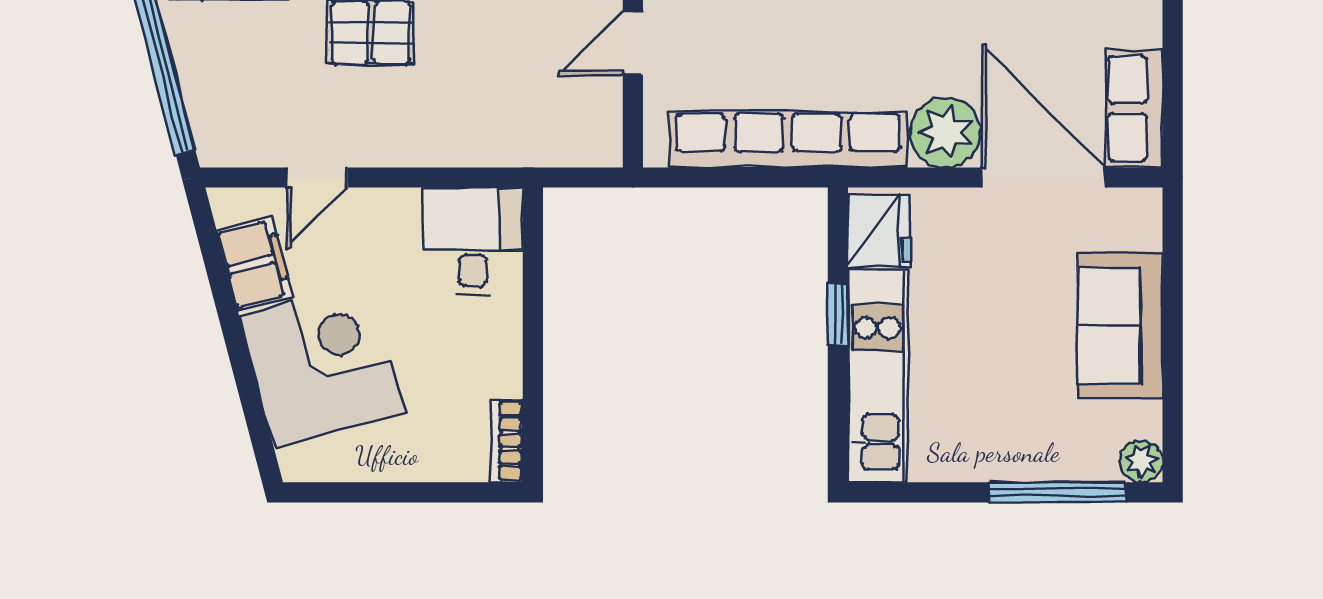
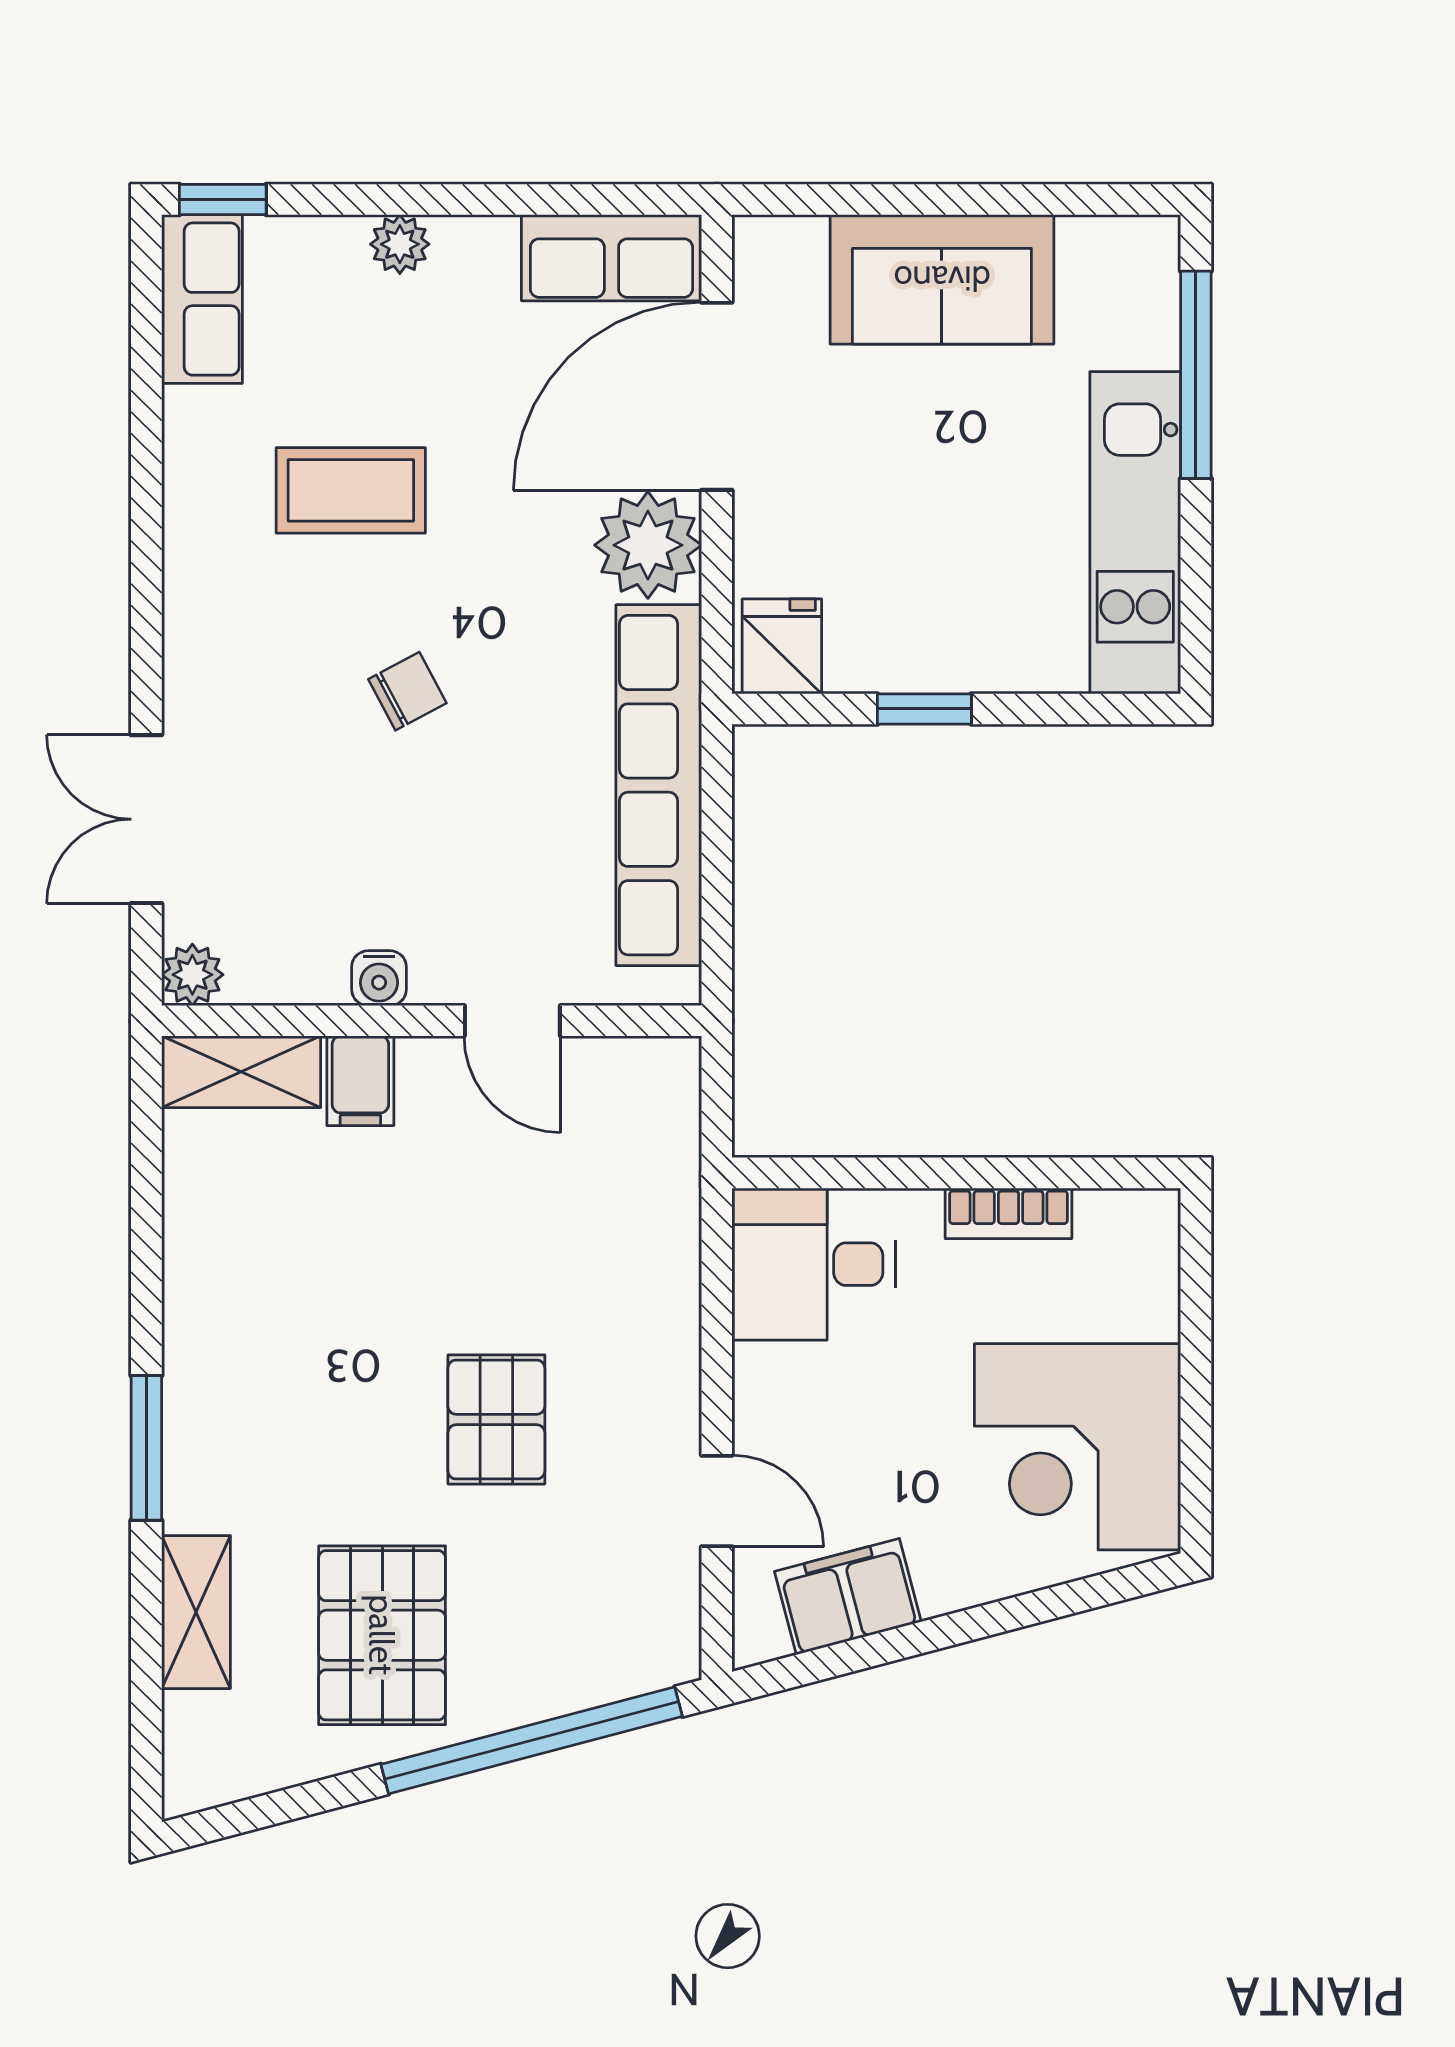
fridge: (879, 230) -> (782, 646), width x0.72
corner desk: (322, 364) -> (1077, 1447), moved, turned -75
kitchen unit: (878, 376) -> (1135, 533), moved, turned -90
bookcase: (506, 441) -> (1008, 1213), moved
plant: (1141, 461) -> (1148, 247), removed

